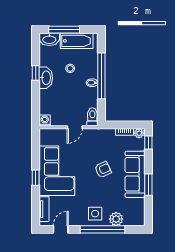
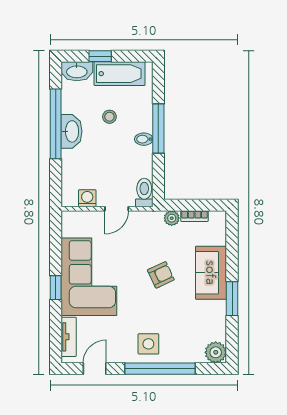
window: (64, 30) -> (100, 56), width x0.46
window: (36, 73) -> (56, 124), width x3.17
window: (101, 76) -> (158, 128), width x0.68
washing machine: (45, 121) -> (87, 198), moved
plant: (139, 133) -> (172, 218), moved
window: (148, 143) -> (232, 233), removed
sofa: (135, 174) -> (211, 273), width x0.73
plant: (116, 219) -> (216, 352), moved

